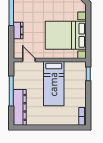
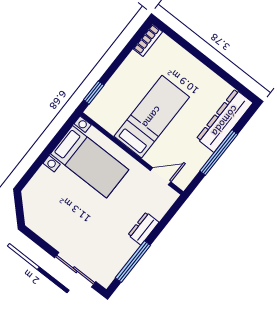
bed with nightstands: (66, 35) -> (90, 162), width x0.73
door: (29, 60) -> (161, 176), swing flipped

